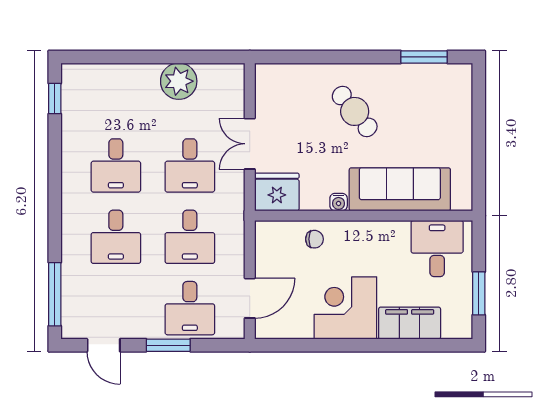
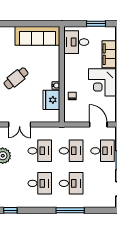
double door: (250, 144) -> (20, 124), moved
sofa: (400, 189) -> (37, 36), moved, turned -90
fridge: (277, 192) -> (51, 100), moved
window: (55, 294) -> (70, 210), moved

